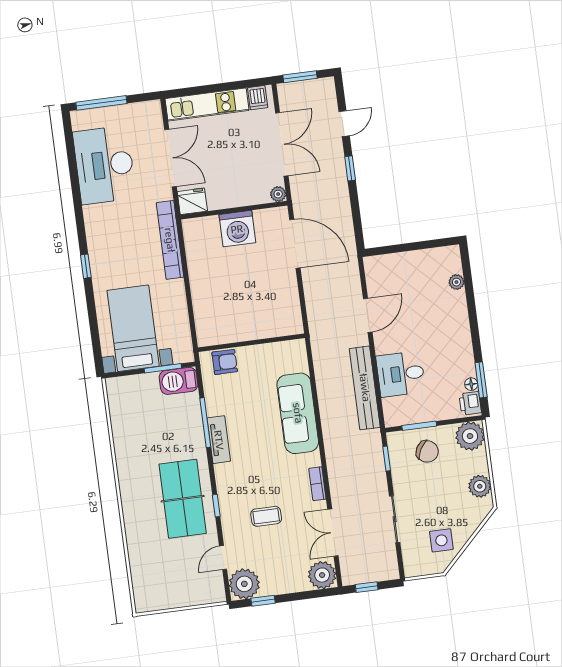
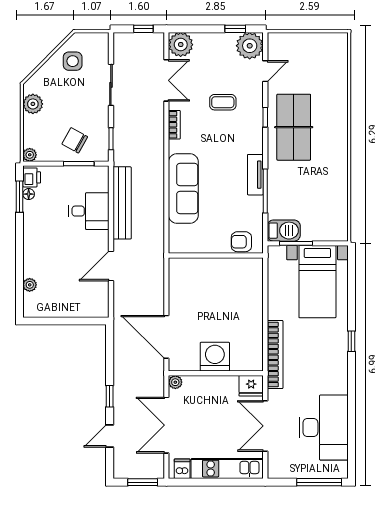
plant: (470, 436) -> (30, 155), width x0.53, depth x0.53

